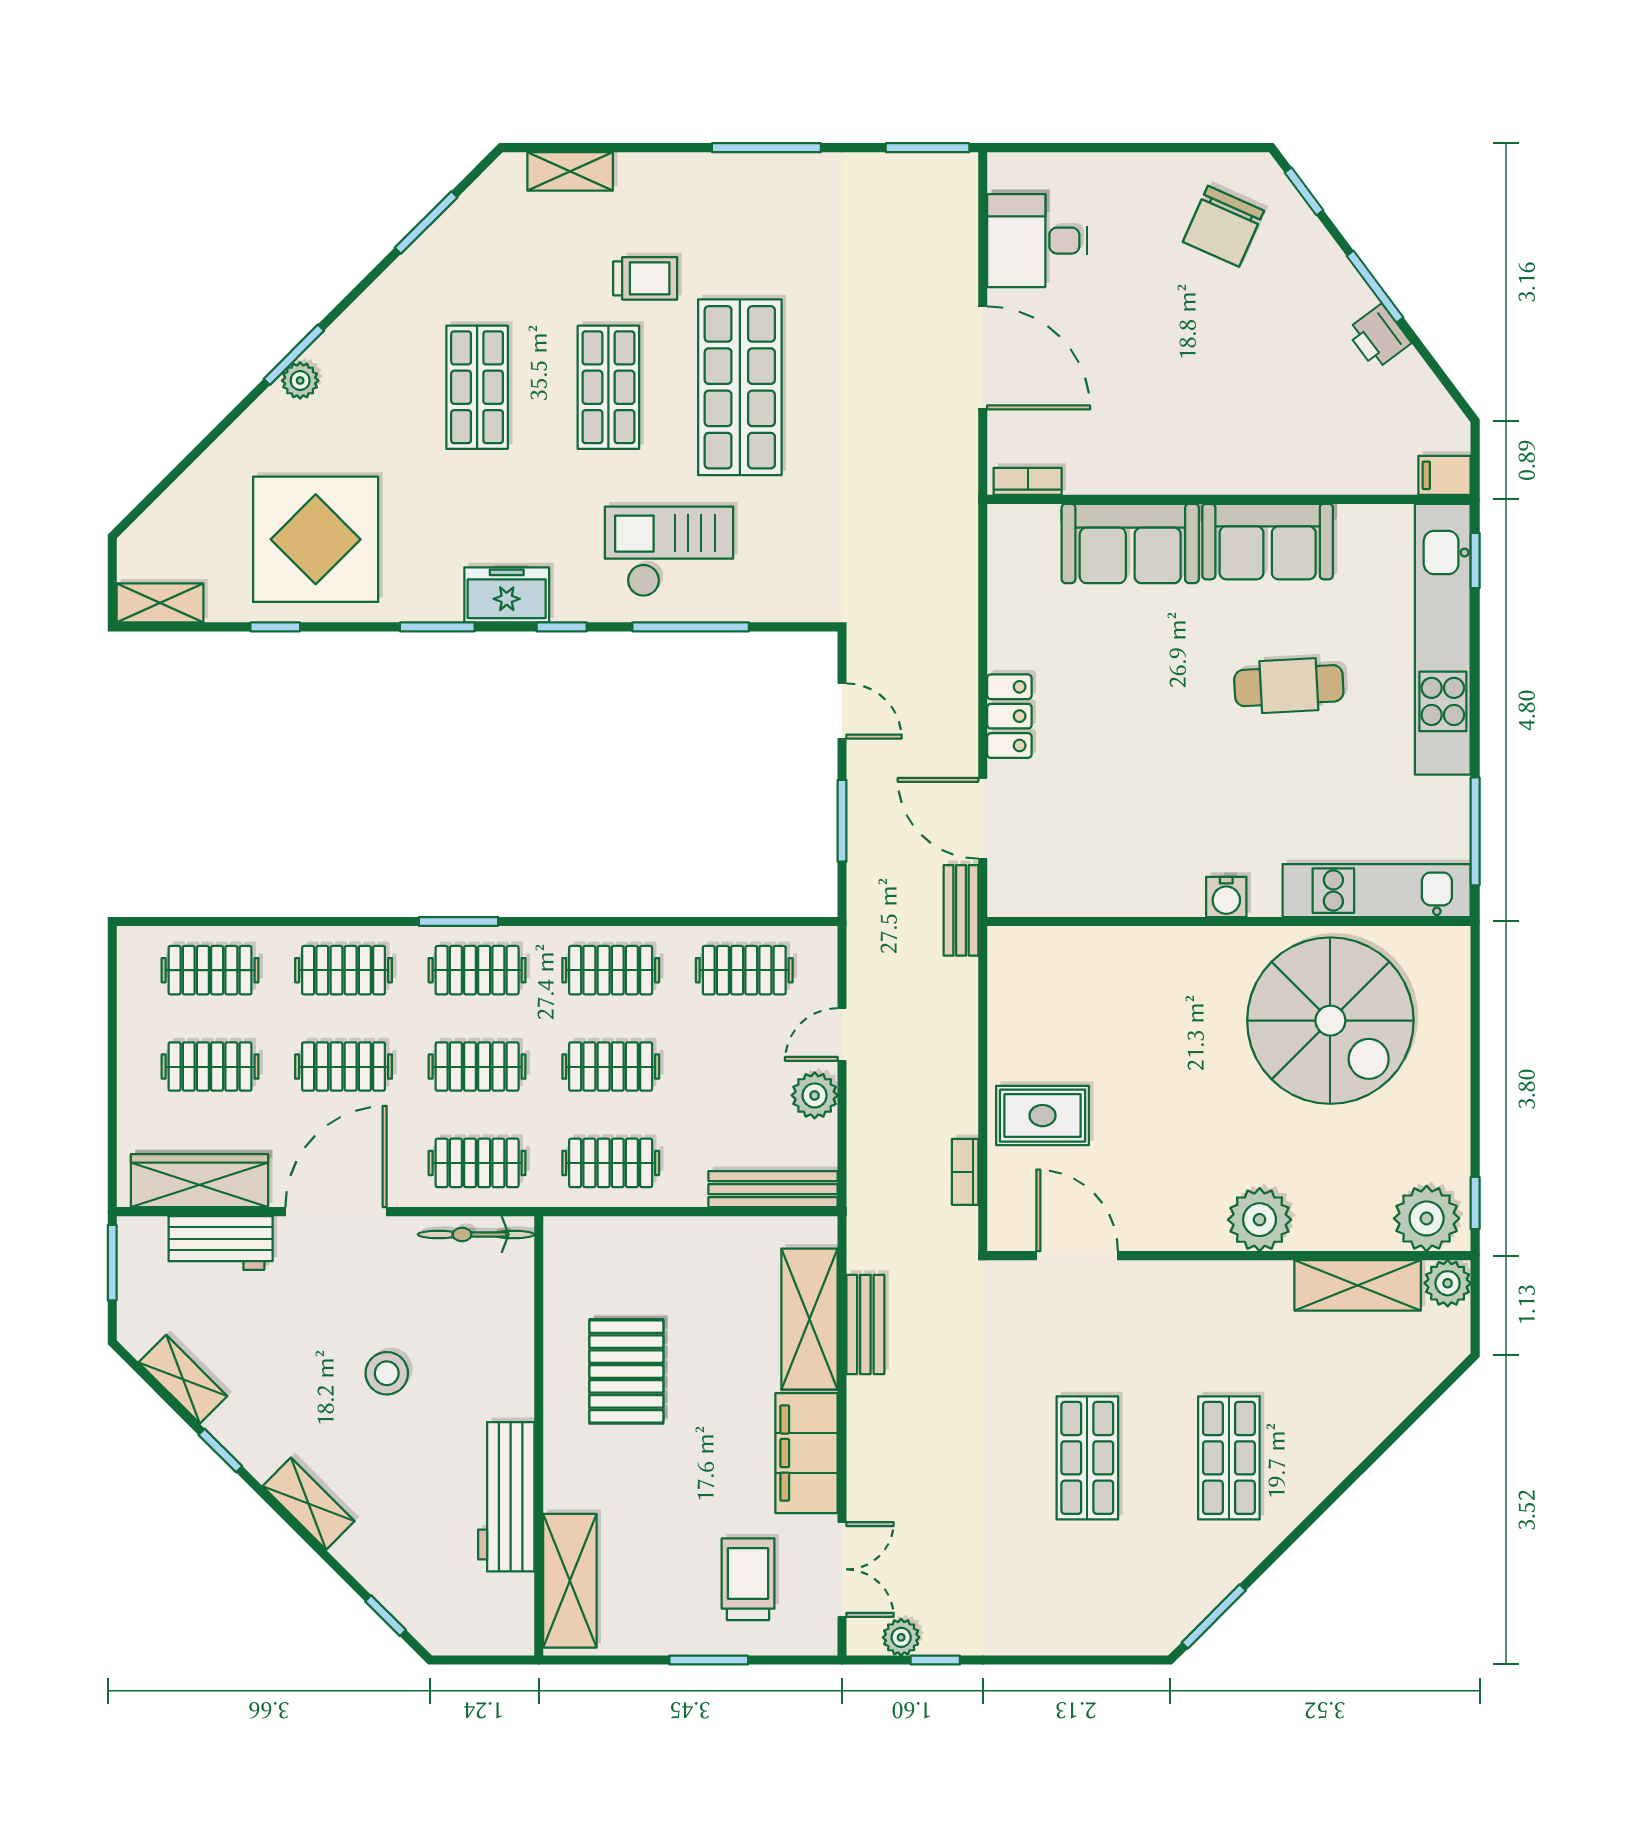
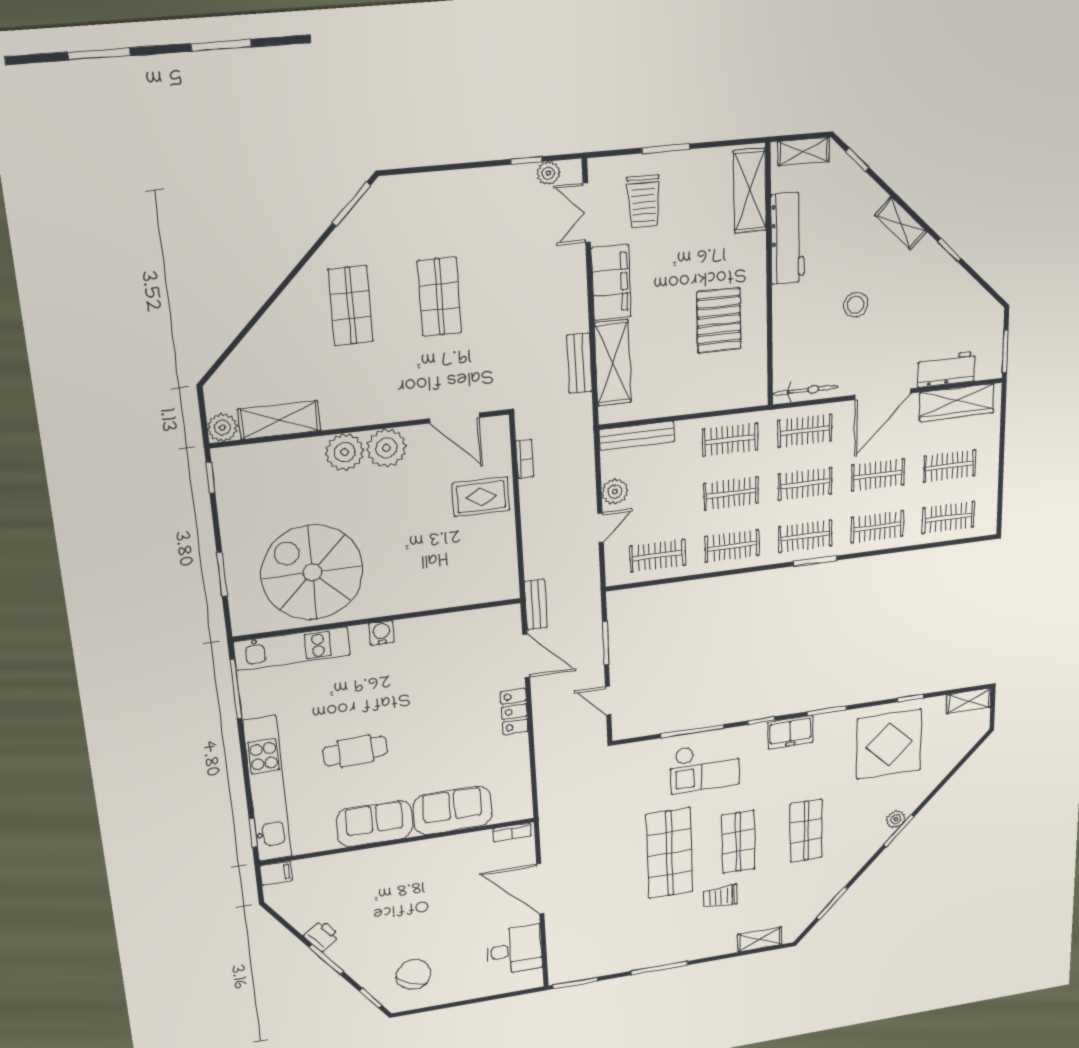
window: (1475, 1037) -> (222, 574), added
plant: (1427, 1218) -> (386, 448), moved
shelving: (183, 1379) -> (804, 151), moved, turned -45

